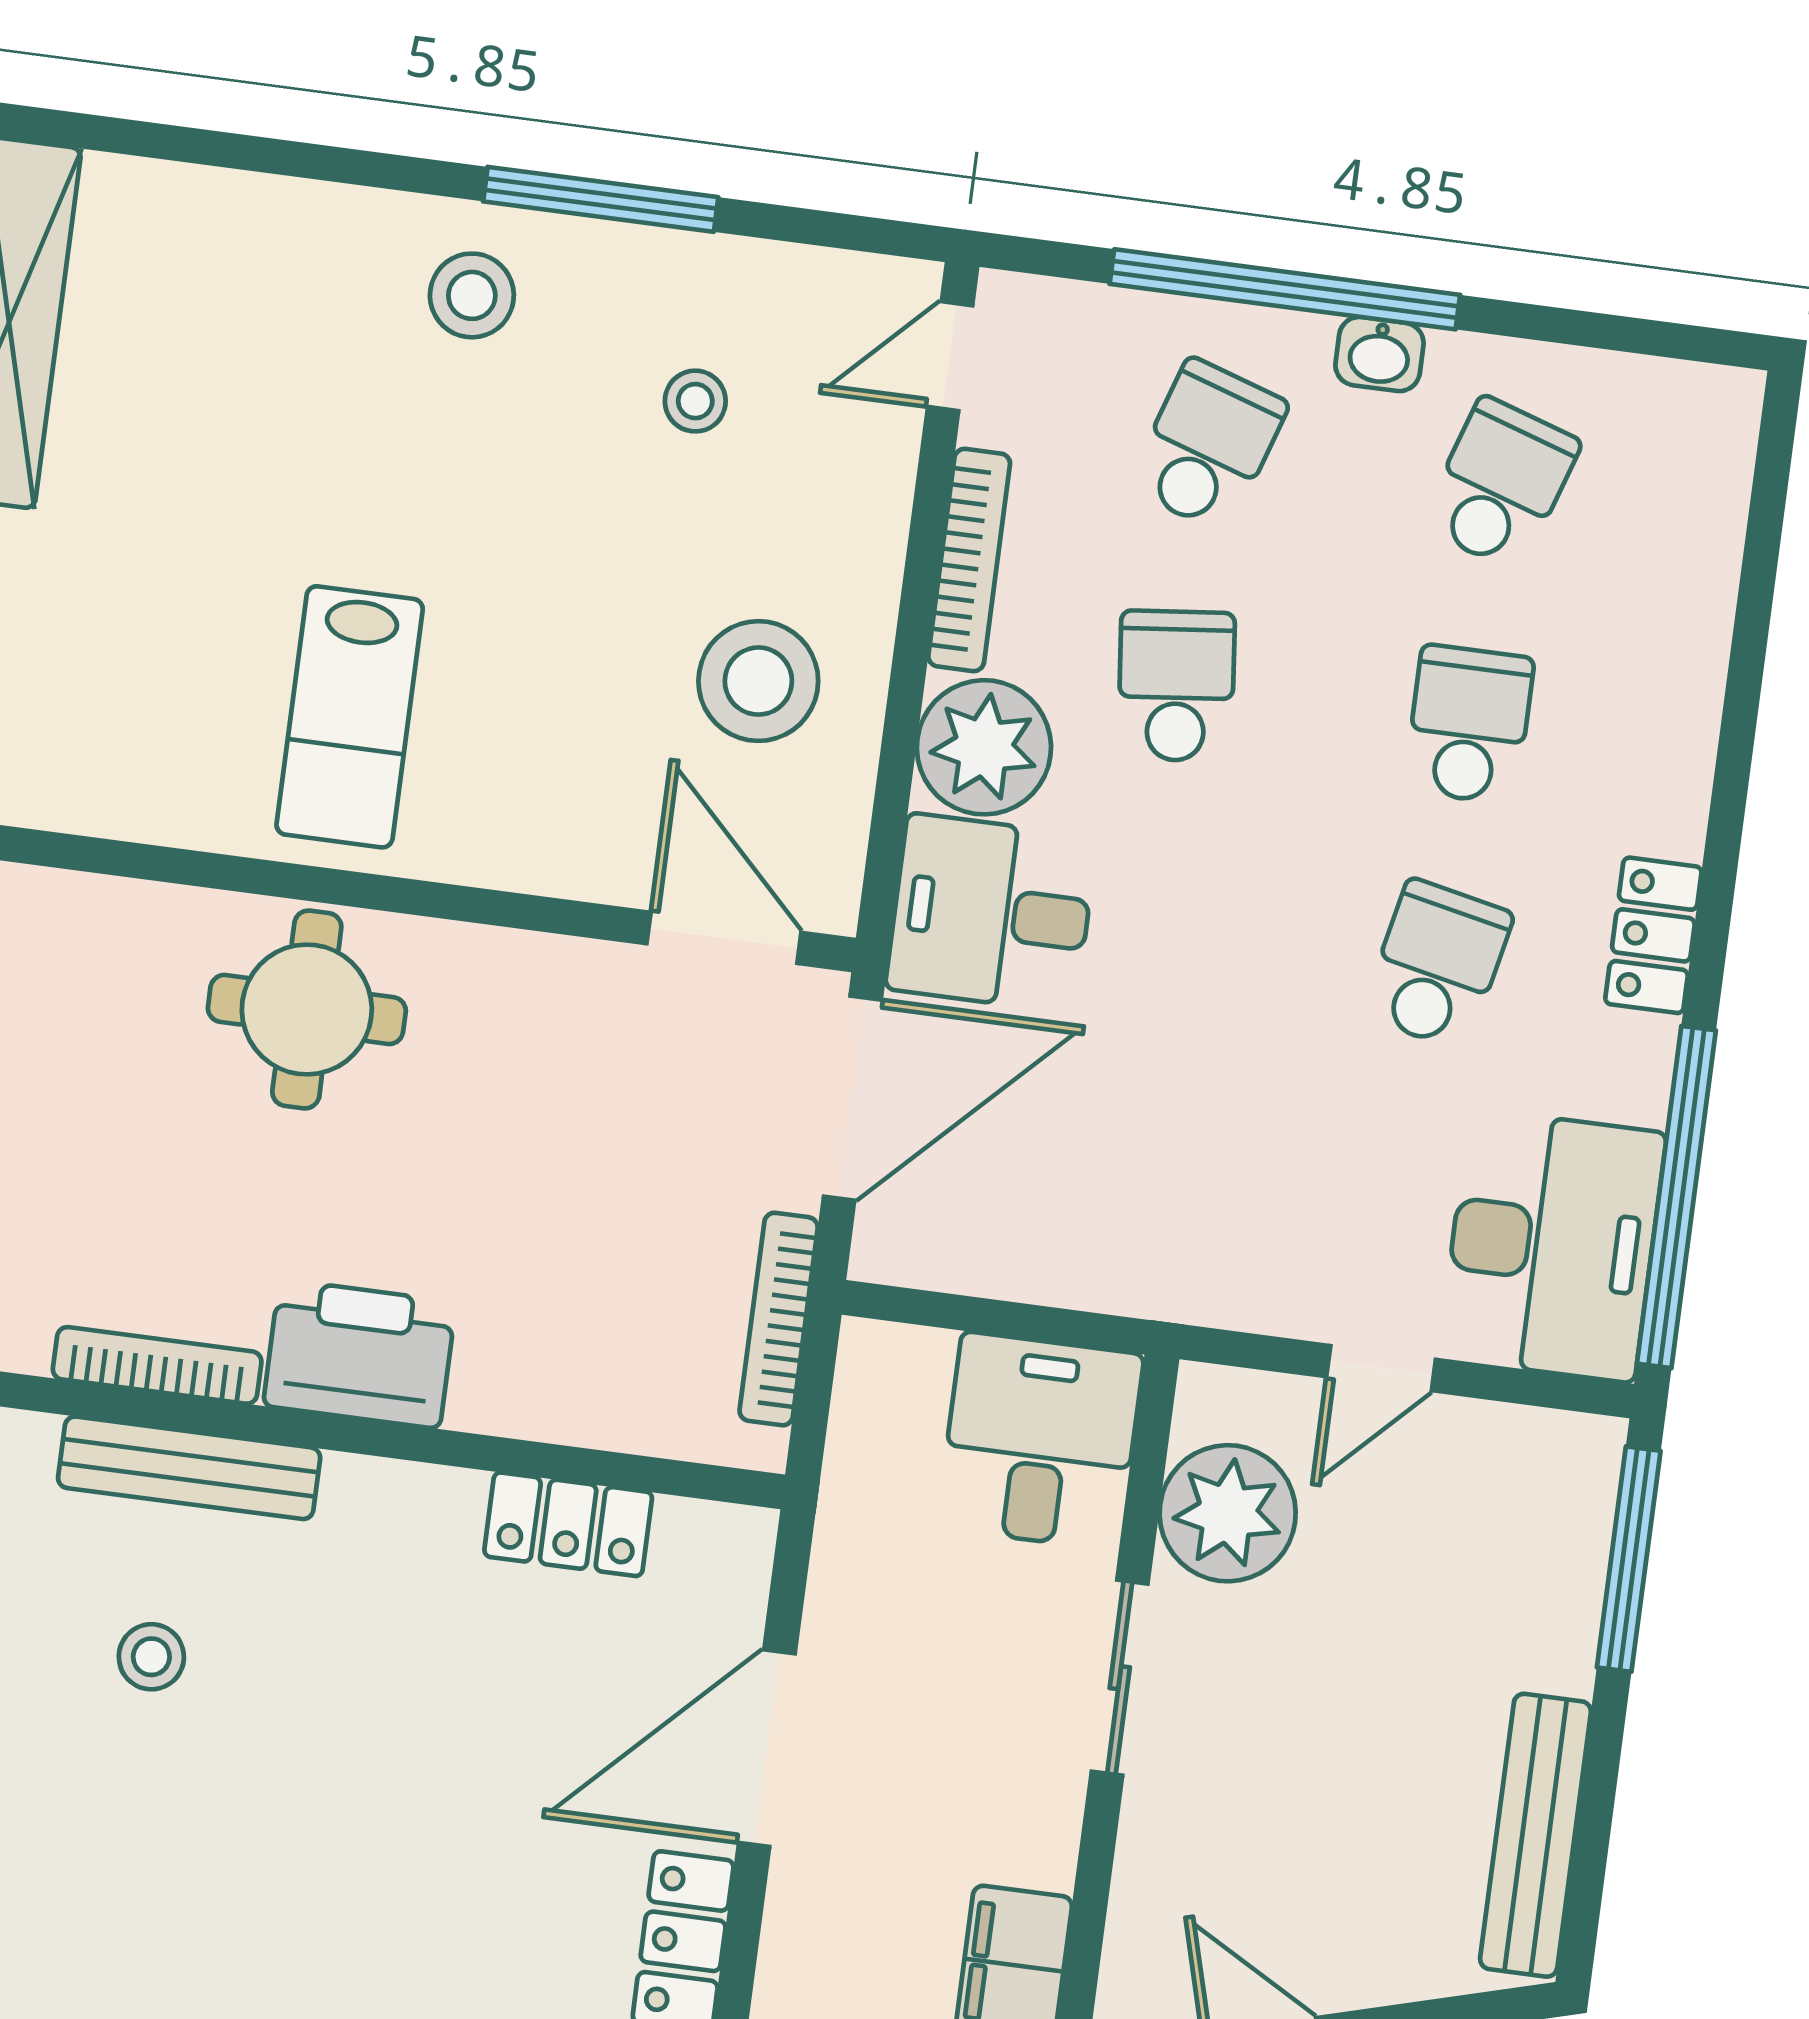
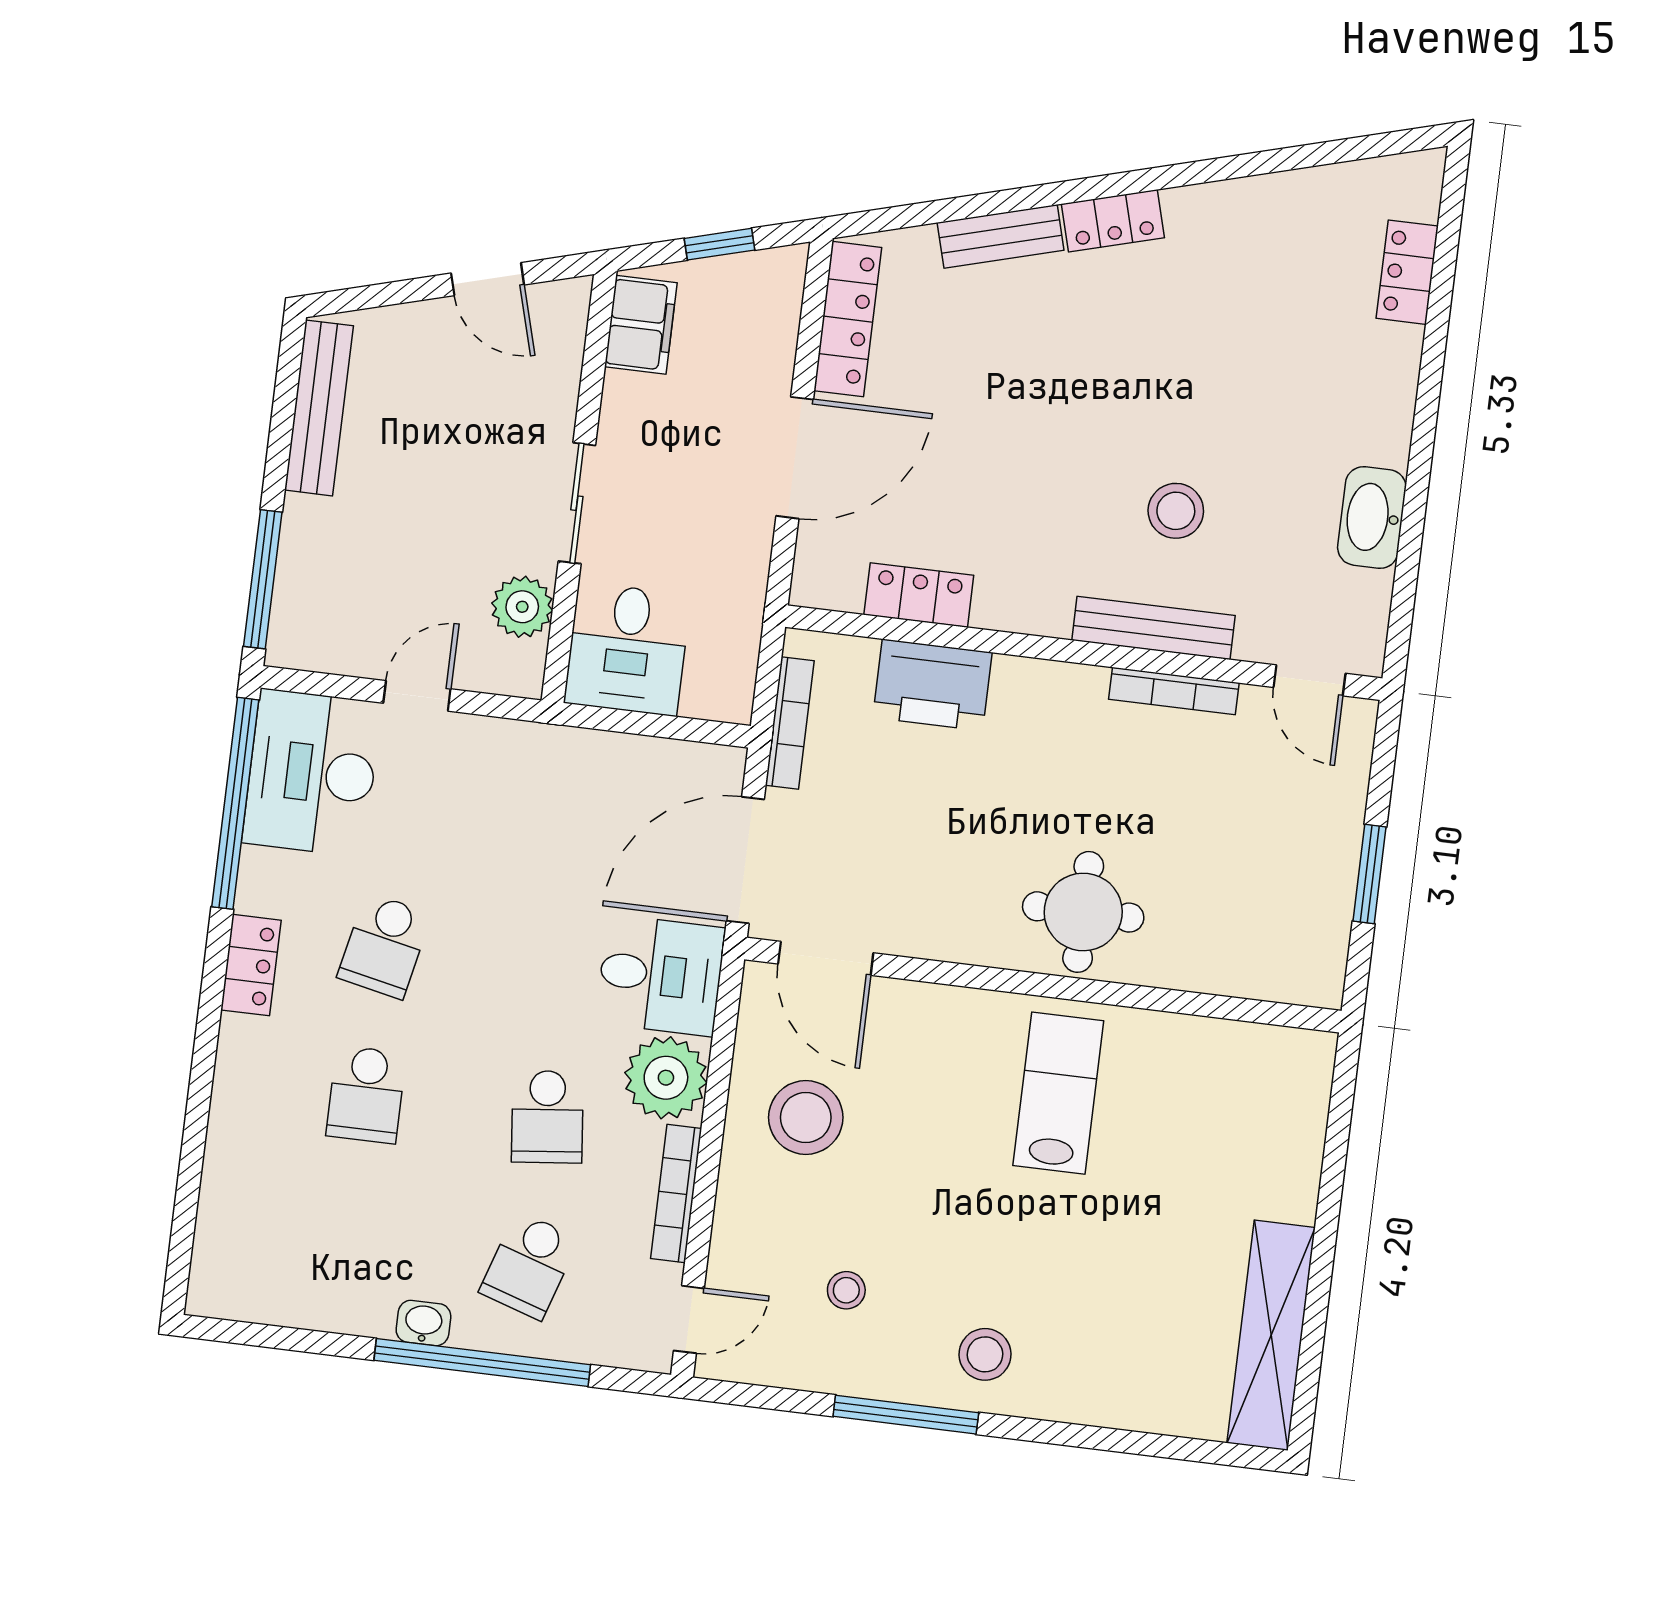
school desk: (1501, 484) -> (348, 1243), removed
printer: (360, 1354) -> (932, 685), moved
plant: (1228, 1513) -> (522, 607), width x0.73, depth x0.73
stool: (151, 1657) -> (1176, 511), width x1.37, depth x1.37

